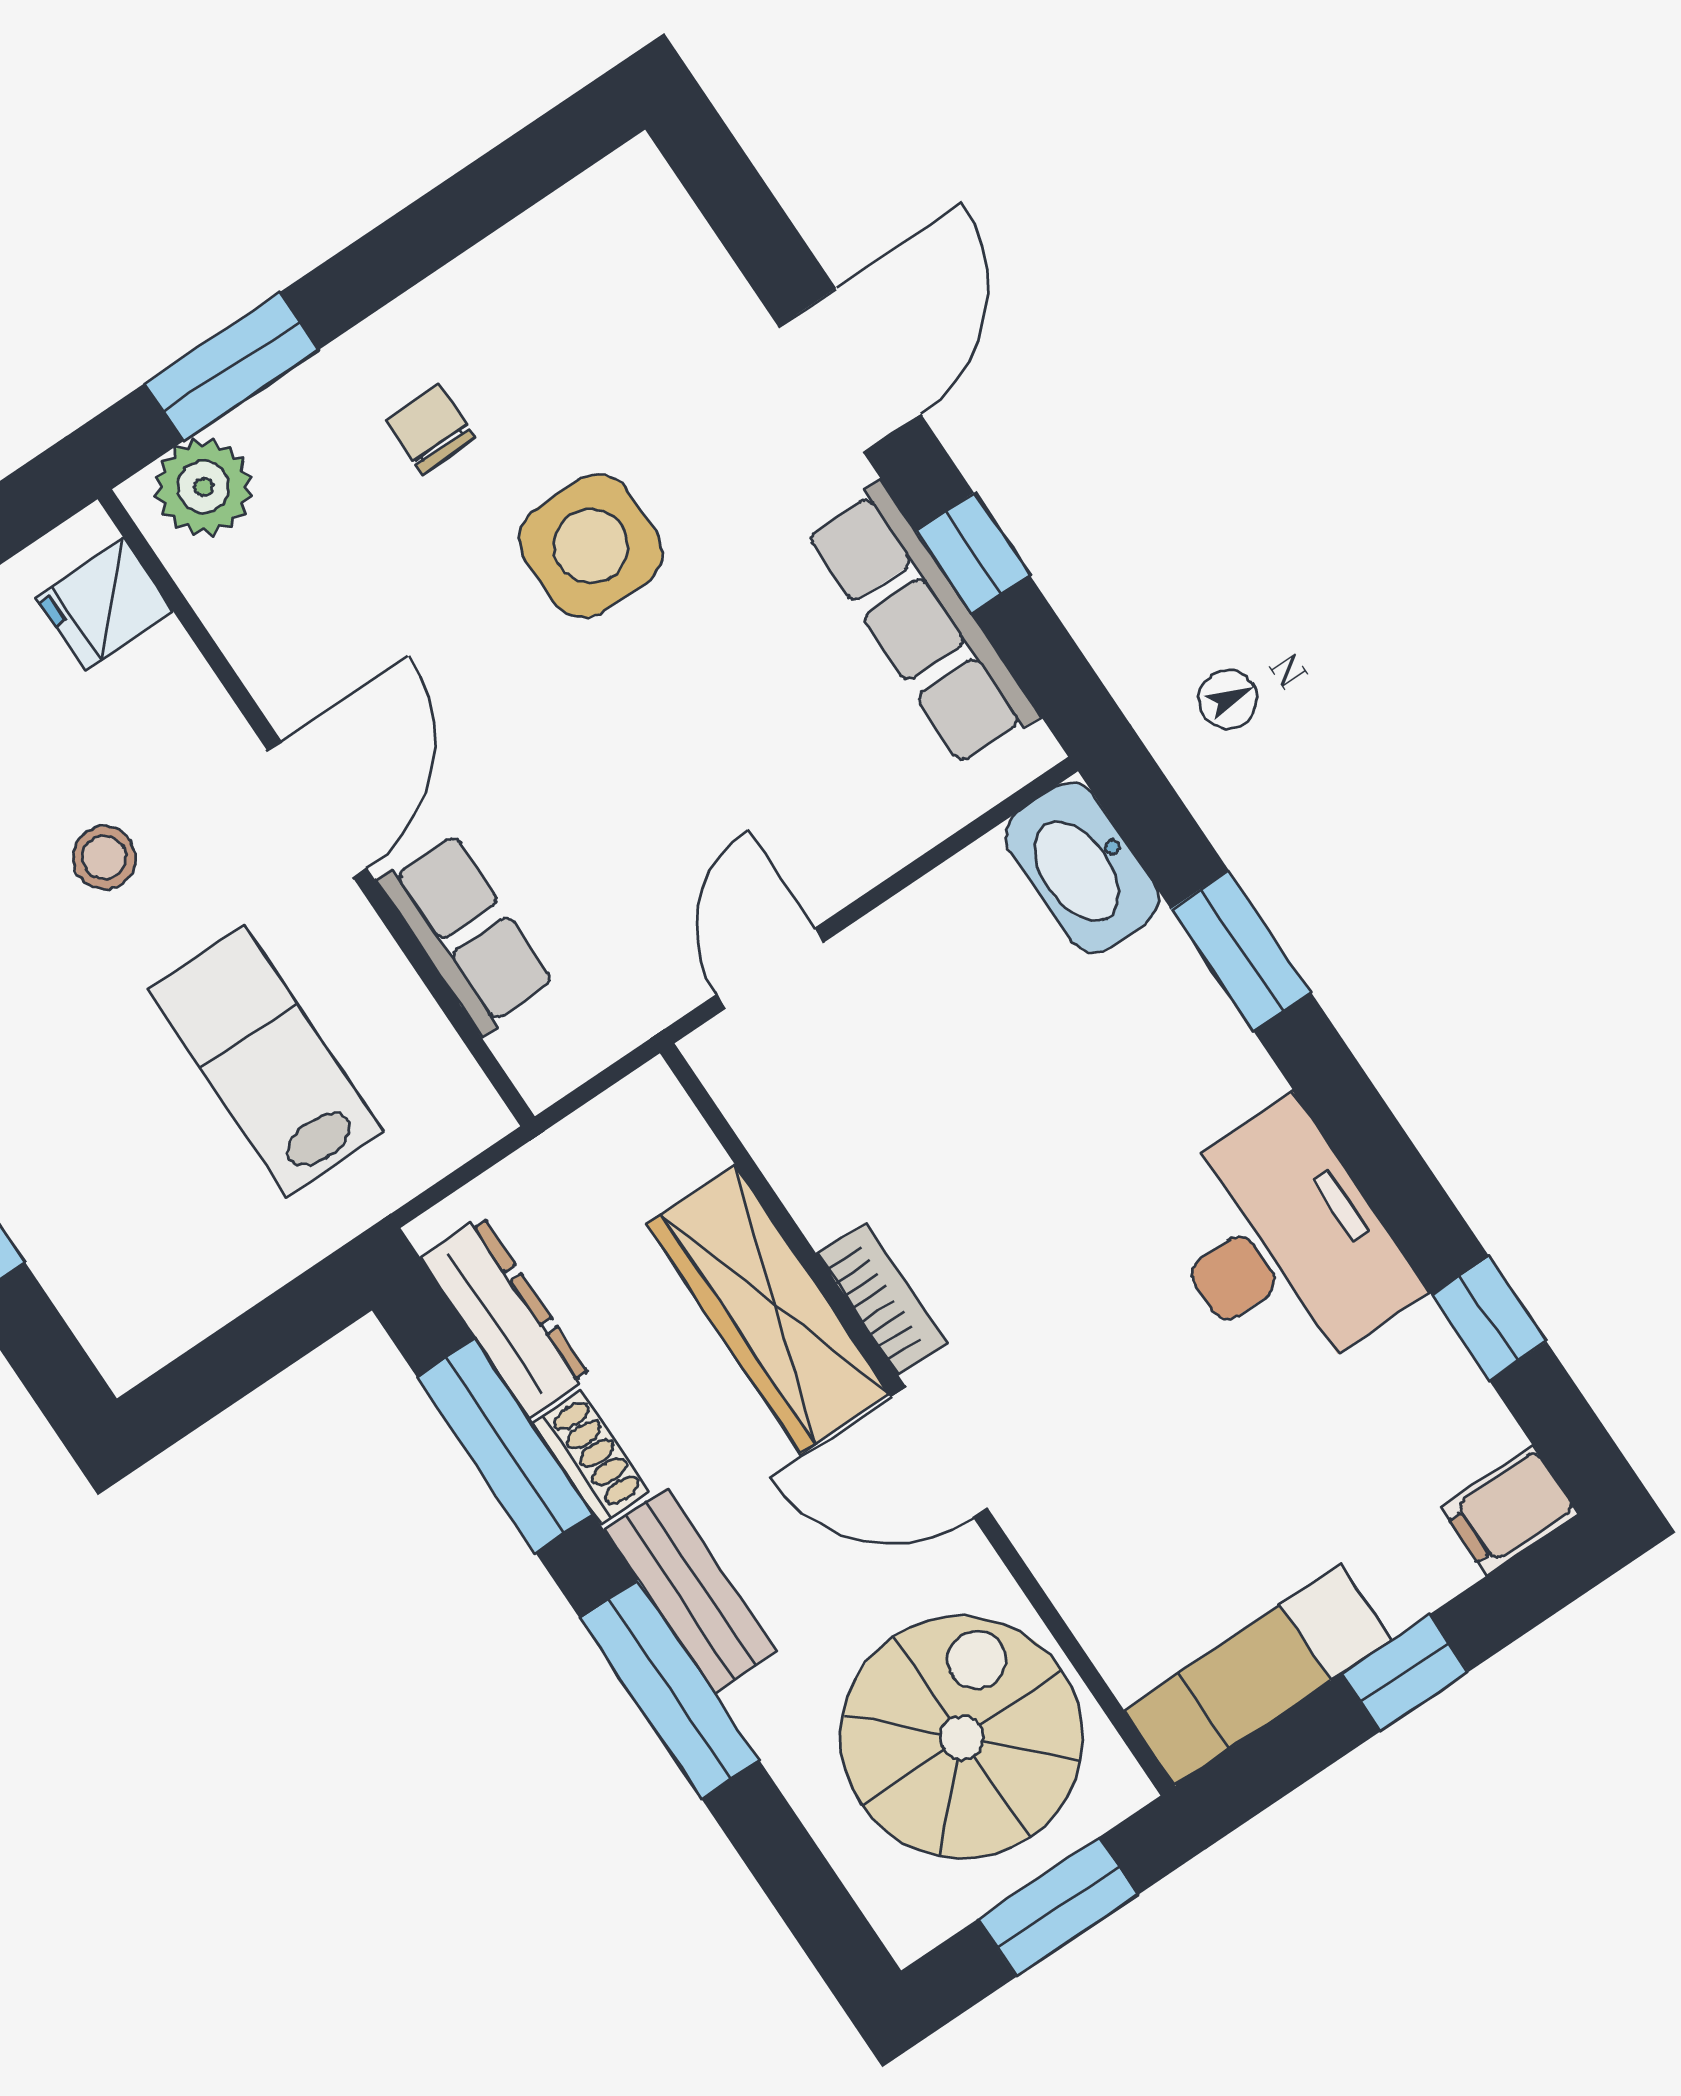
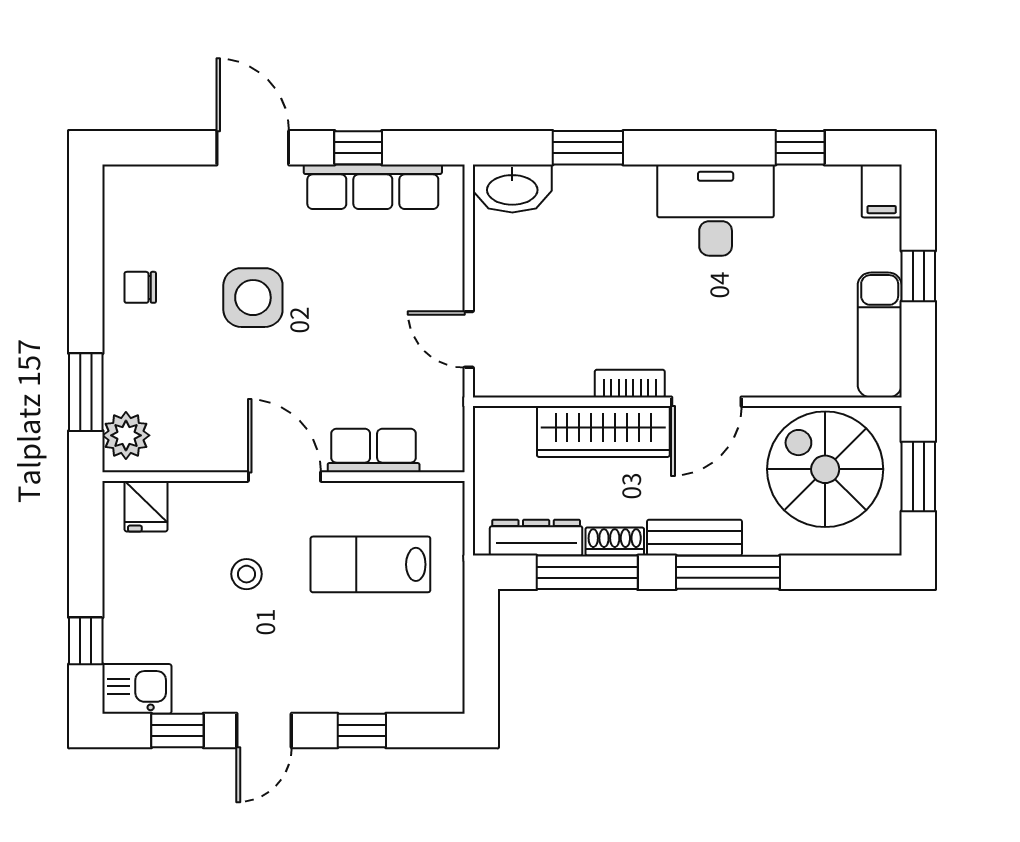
chair: (431, 429) -> (140, 287), moved

